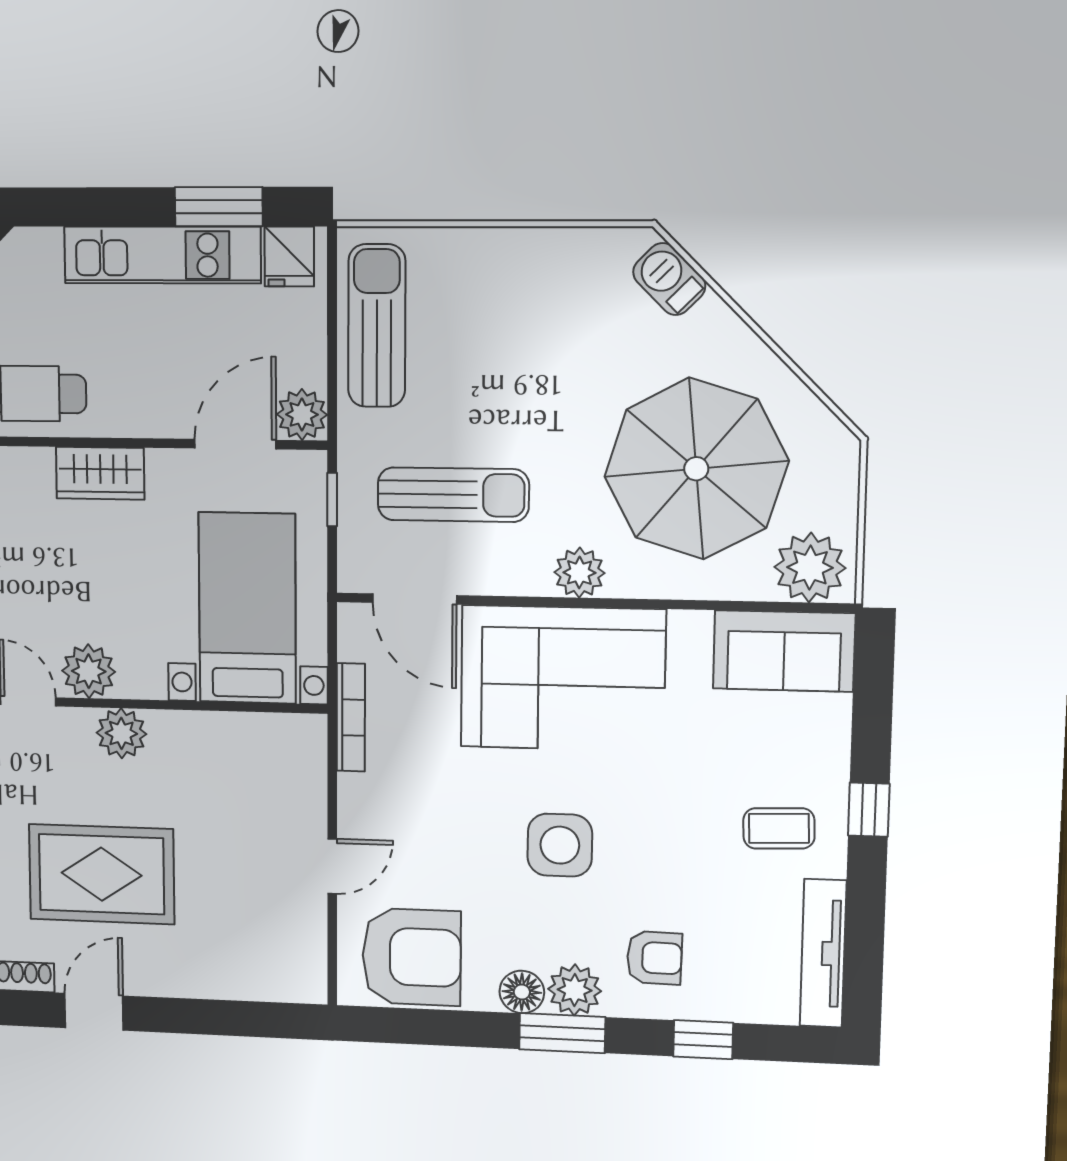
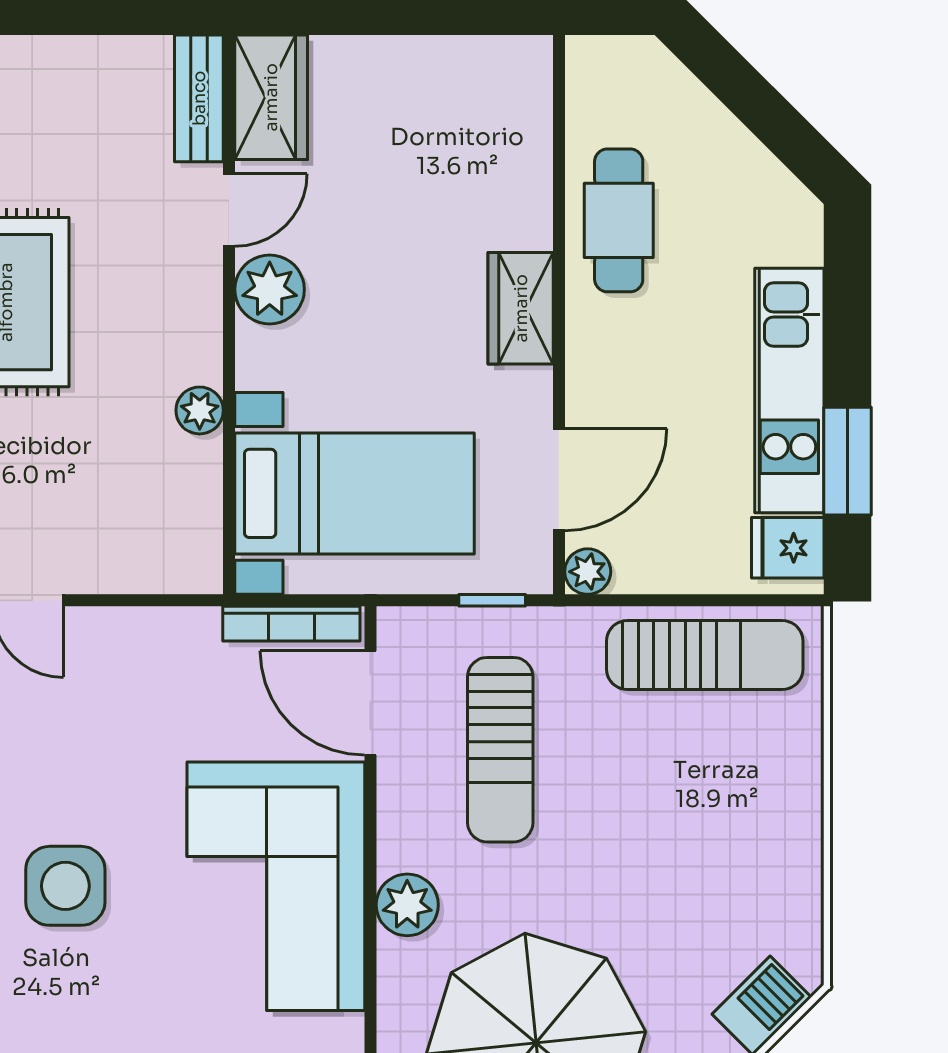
plant: (302, 414) -> (588, 572), width x0.73, depth x0.73
door: (235, 444) -> (559, 480), hinge flipped
door: (415, 599) -> (370, 703), hinge flipped
bookcase: (351, 717) -> (291, 624), moved
plant: (121, 733) -> (200, 410), moved, width x0.73, depth x0.73

